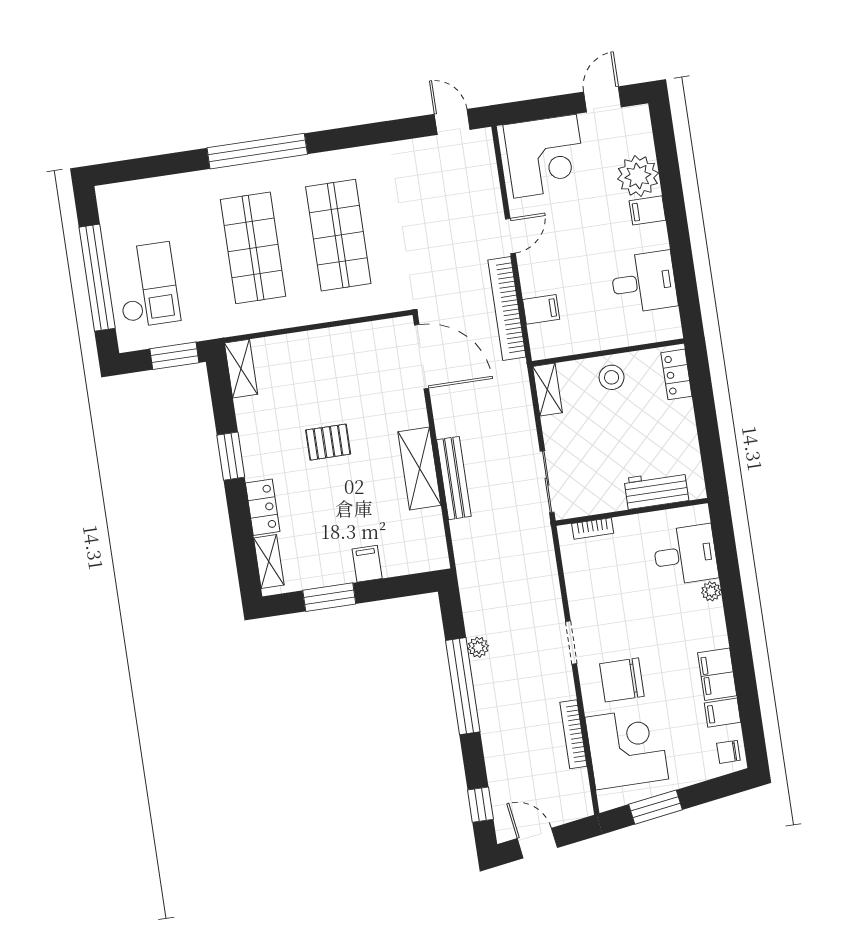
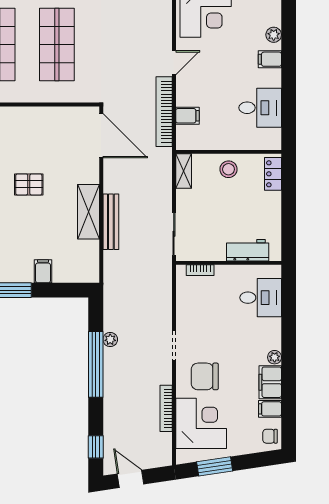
plant: (638, 176) -> (274, 35), width x0.53, depth x0.53
plant: (711, 591) -> (275, 357), moved

